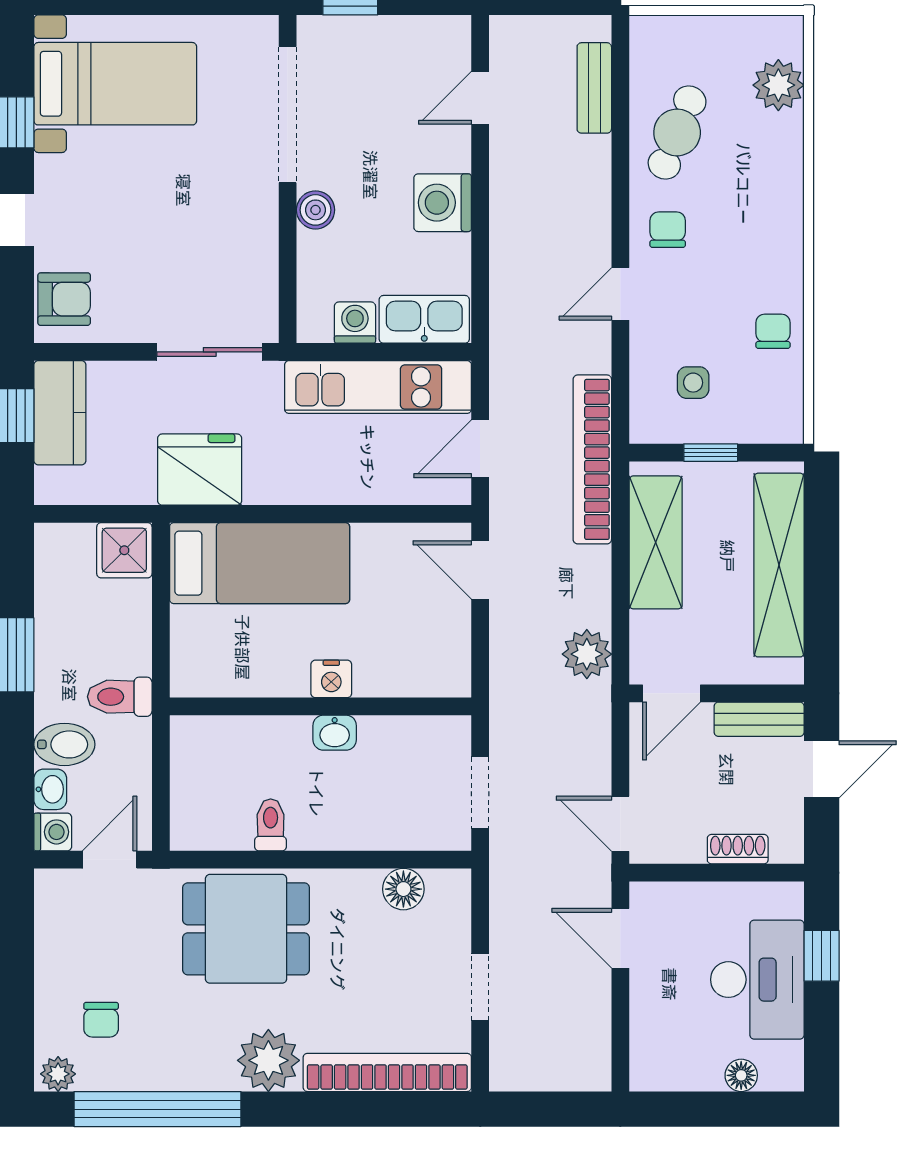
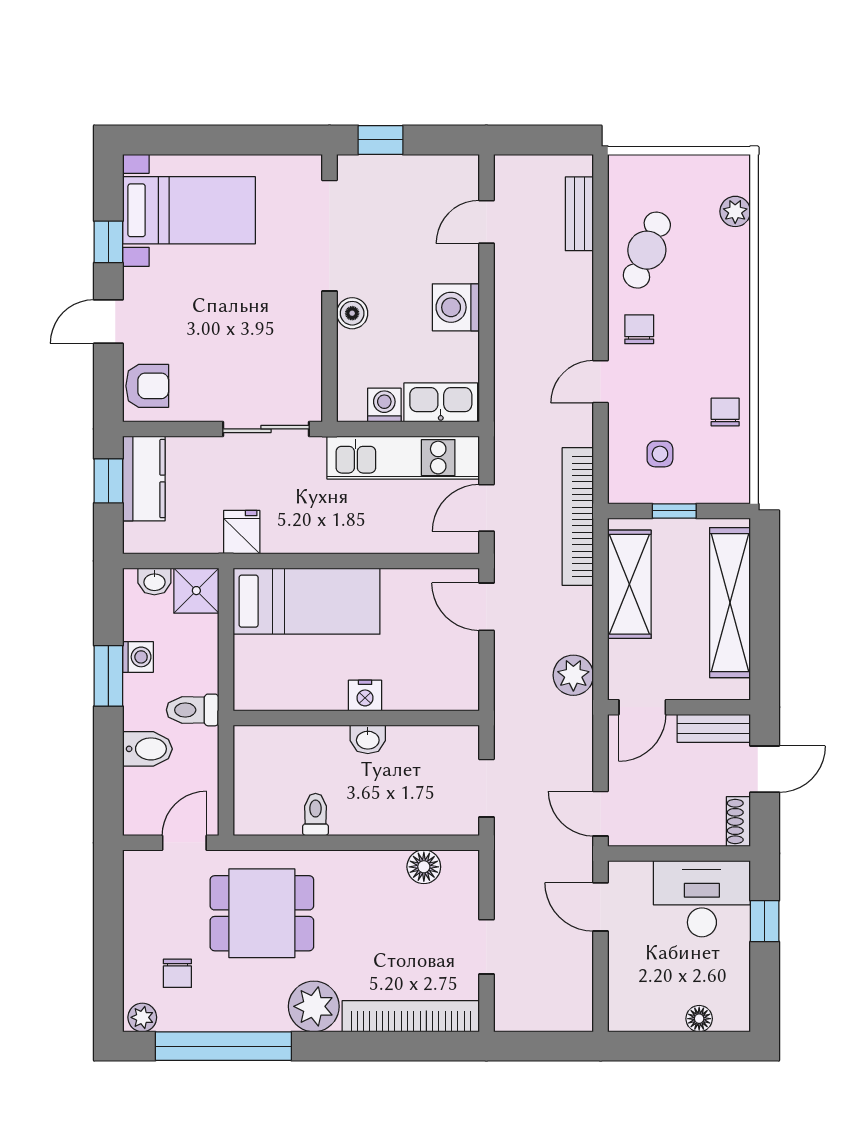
plant: (778, 85) -> (735, 211), width x0.73, depth x0.73
fridge: (200, 470) -> (242, 532), width x0.53, depth x0.75
washbasin: (50, 789) -> (154, 581), moved, turned 90
washing machine: (53, 832) -> (138, 657), moved
shoe rack: (738, 849) -> (738, 821), moved, turned -90
dining table: (246, 929) -> (262, 913), moved
desk: (757, 980) -> (702, 899), moved, turned -90

